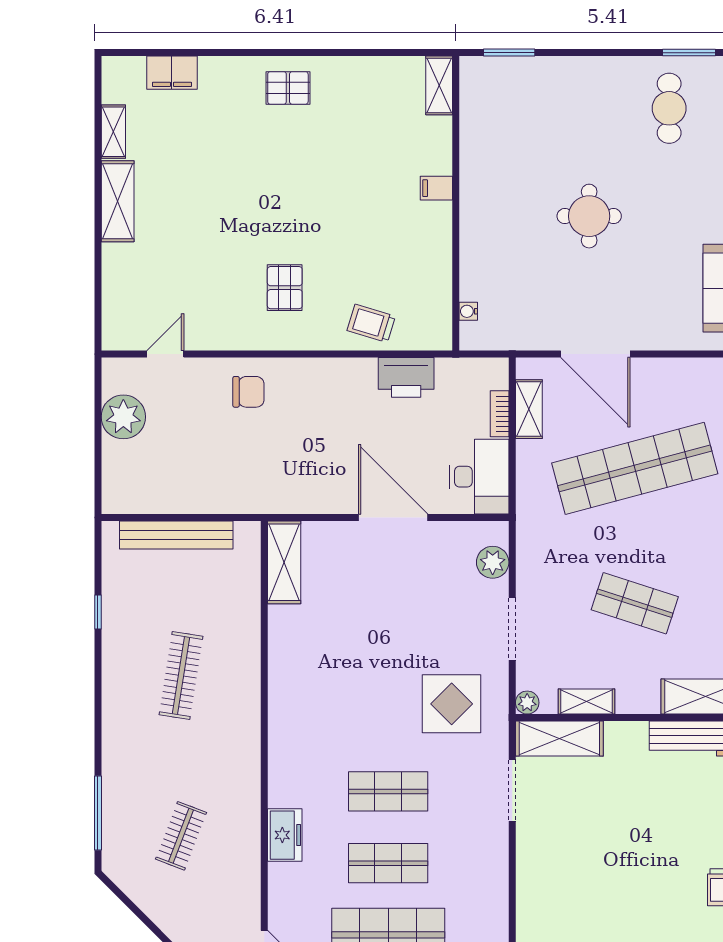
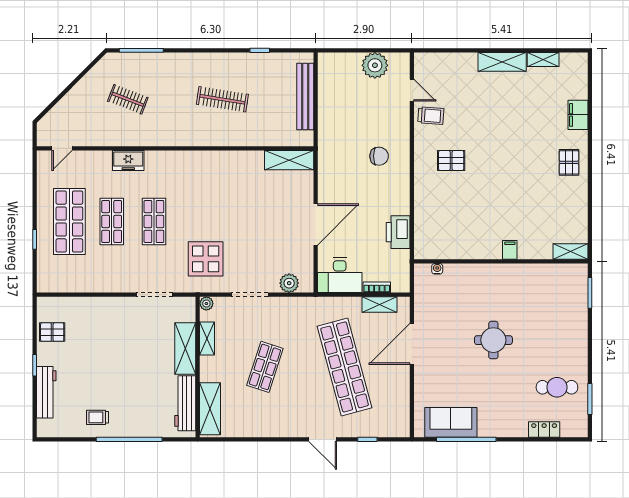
filing cabinet: (172, 73) -> (578, 115), moved
trolley: (371, 323) -> (431, 116), moved, turned 77
chair: (248, 392) -> (379, 156), moved, turned -90
shelving: (559, 739) -> (185, 348), moved

